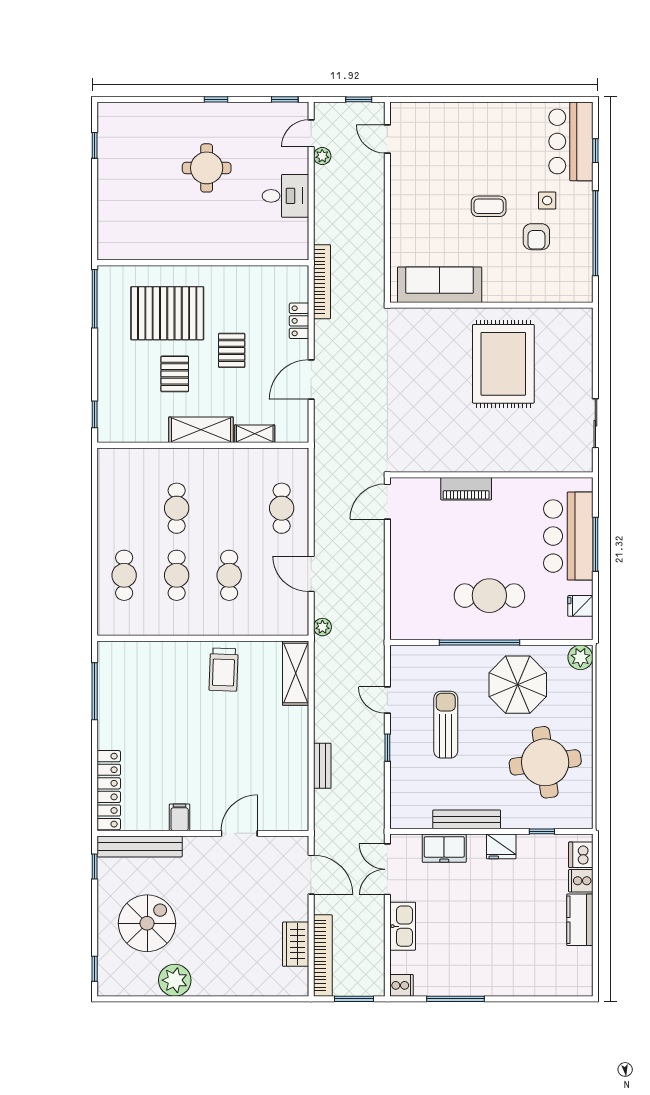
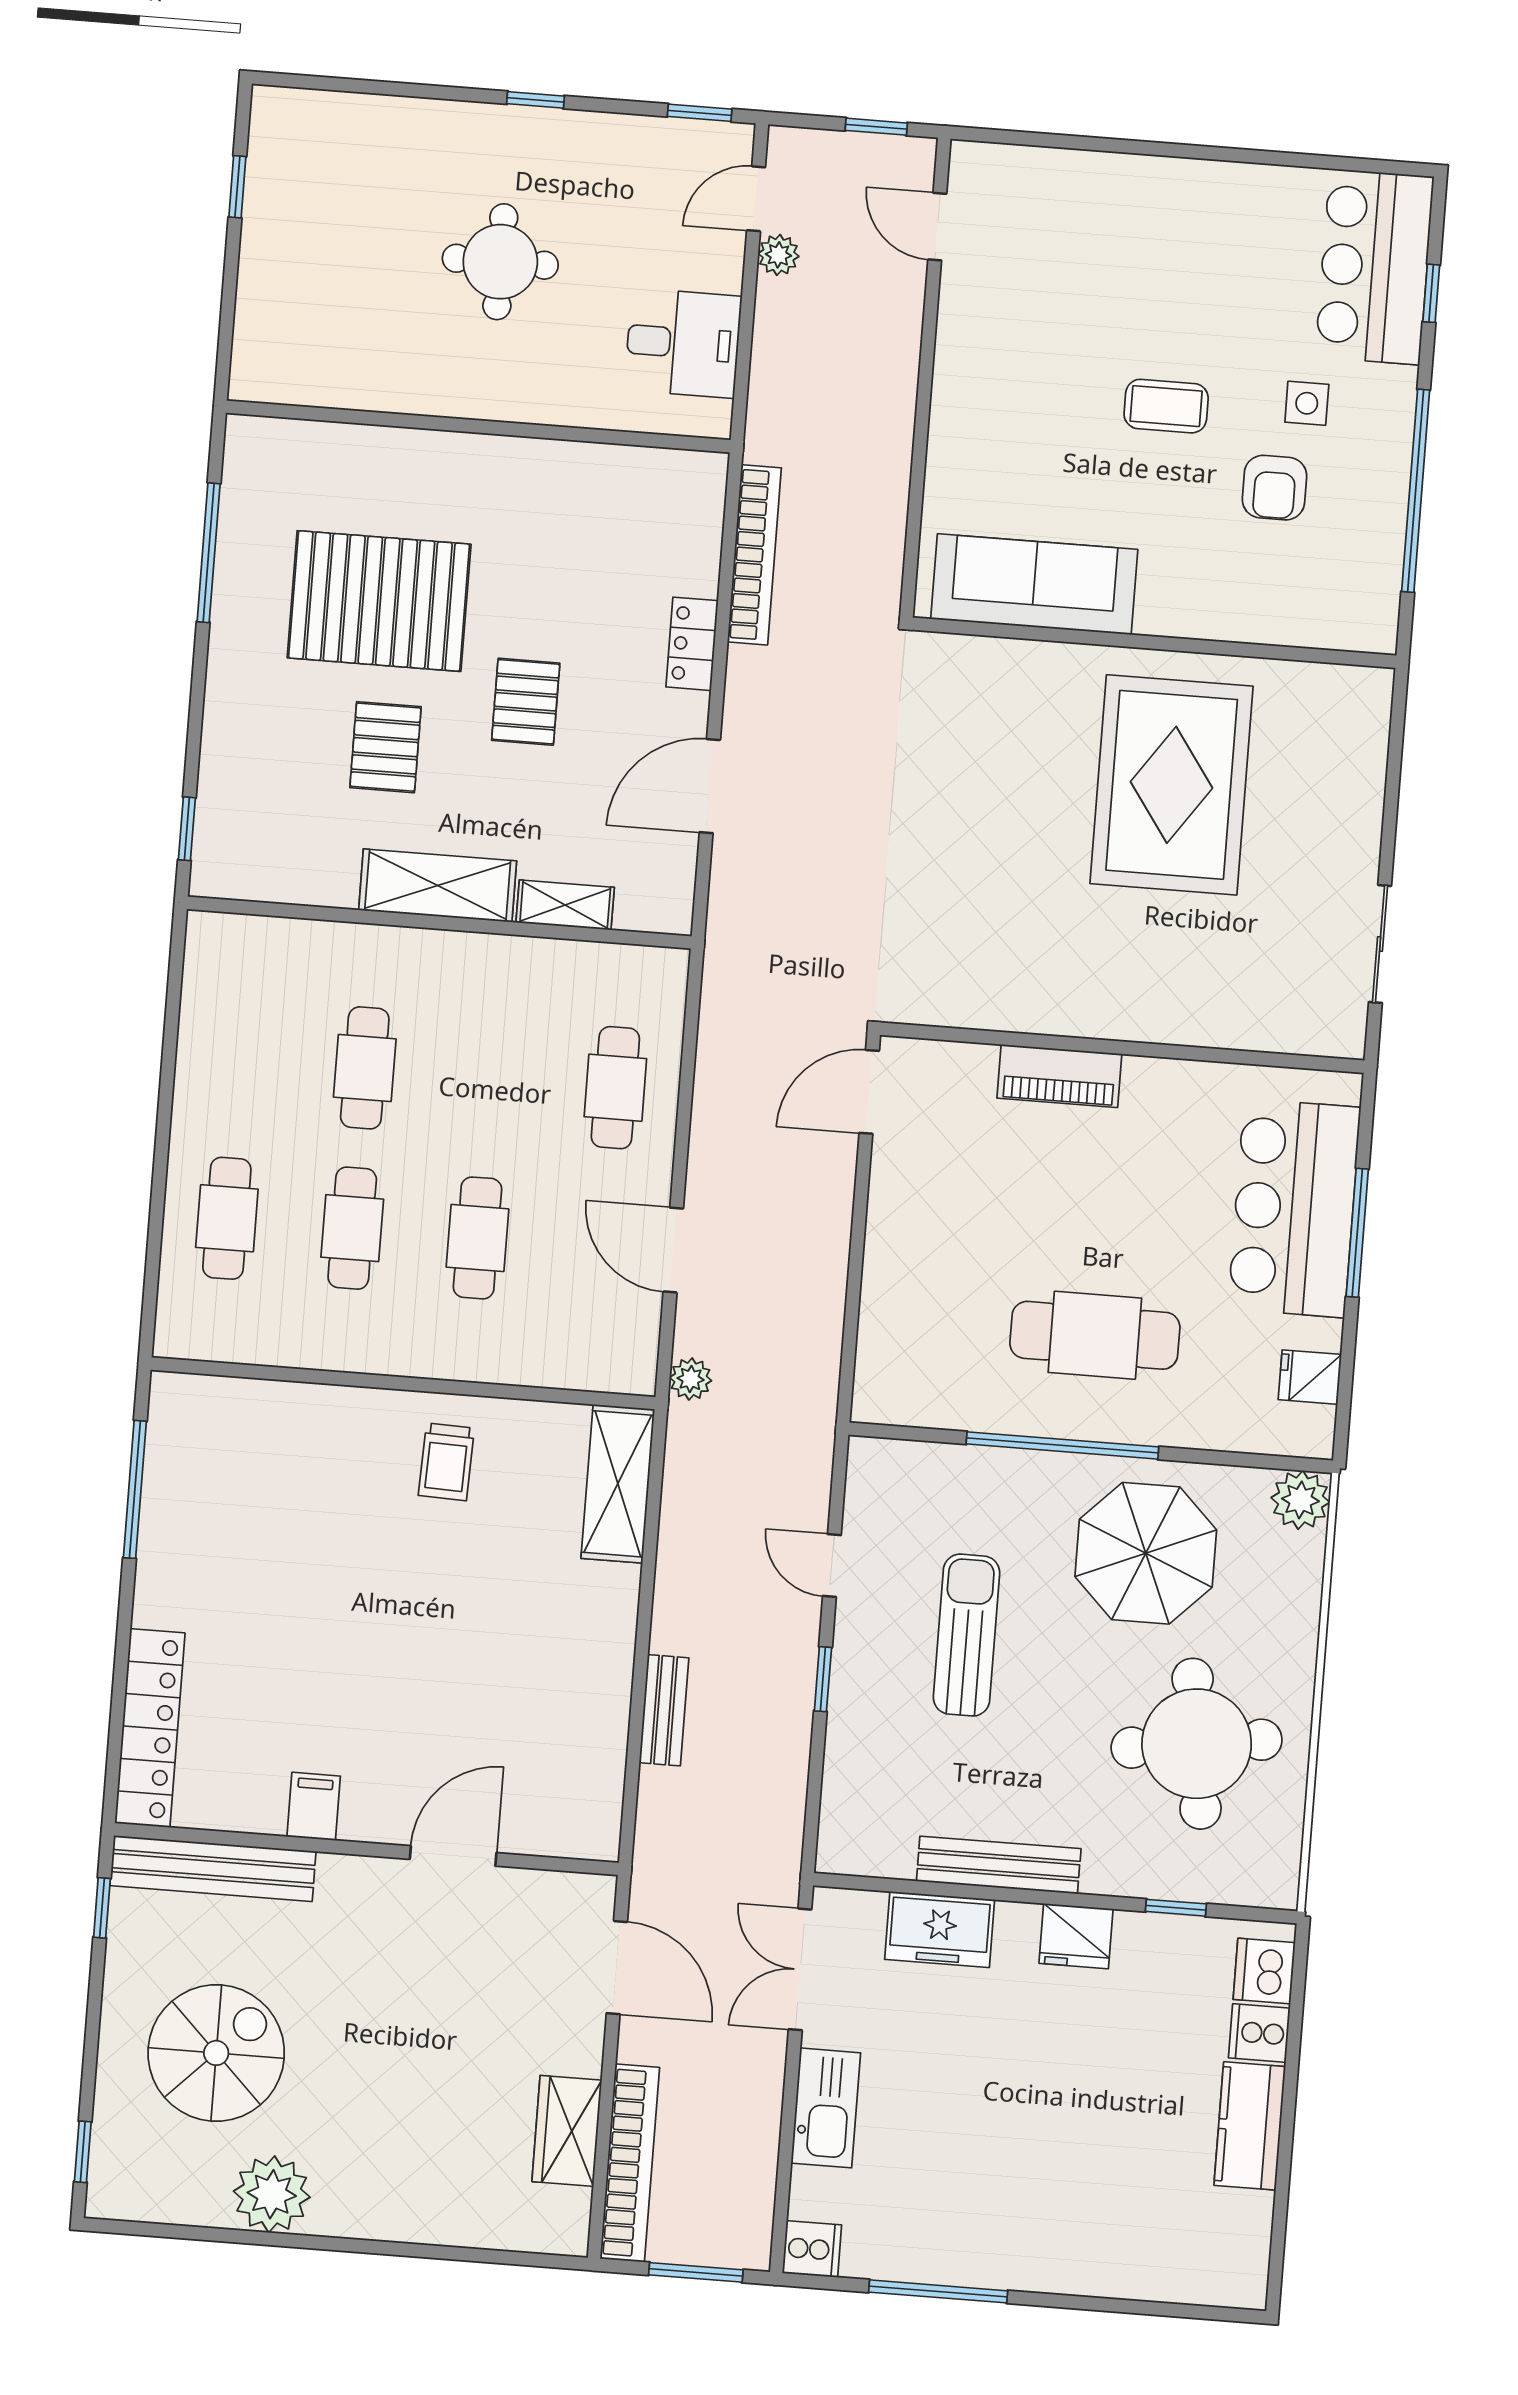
wall: (203, 263) -> (478, 426), moved
trolley: (224, 670) -> (446, 1462), width x0.73, depth x0.72

